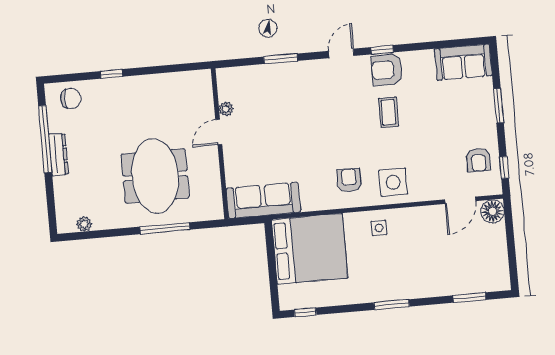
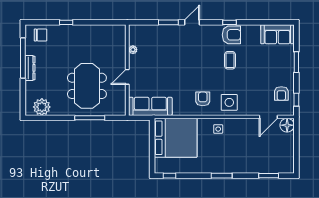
door: (341, 53) -> (192, 22), moved
armchair: (387, 70) -> (231, 35), turned 180
door: (219, 132) -> (127, 77), moved
plant: (84, 224) -> (42, 107), width x1.87, depth x1.87

